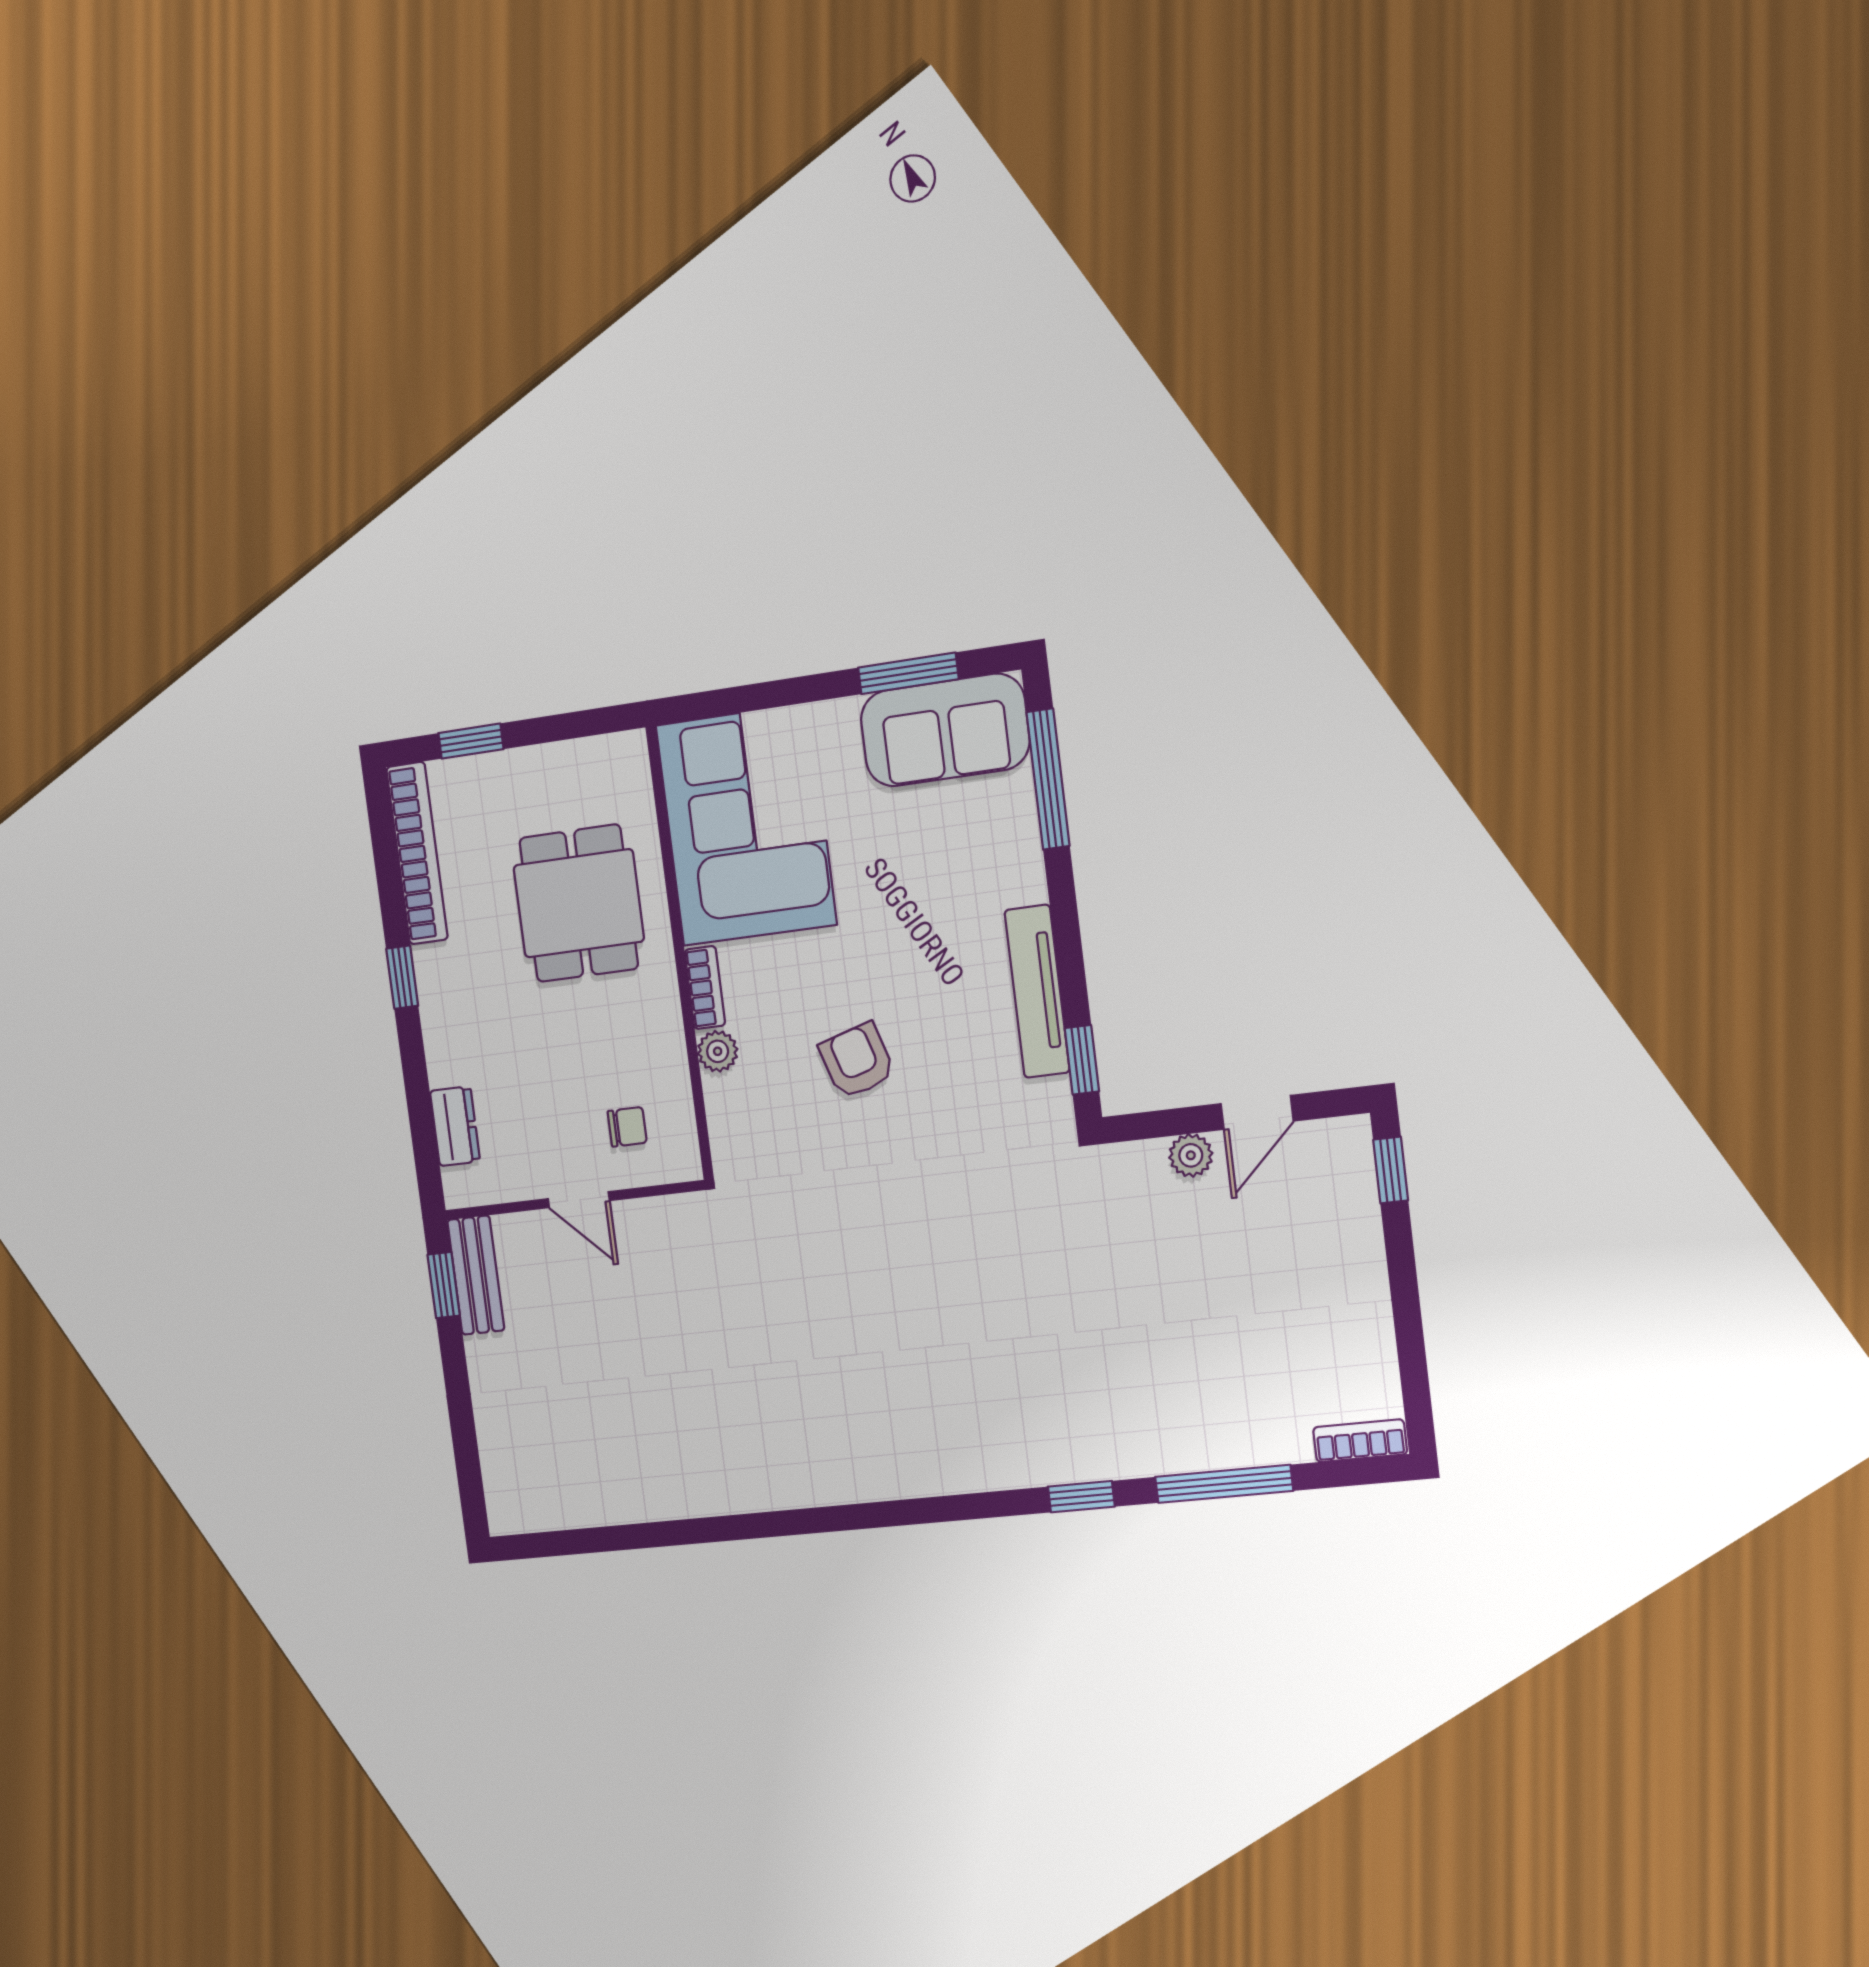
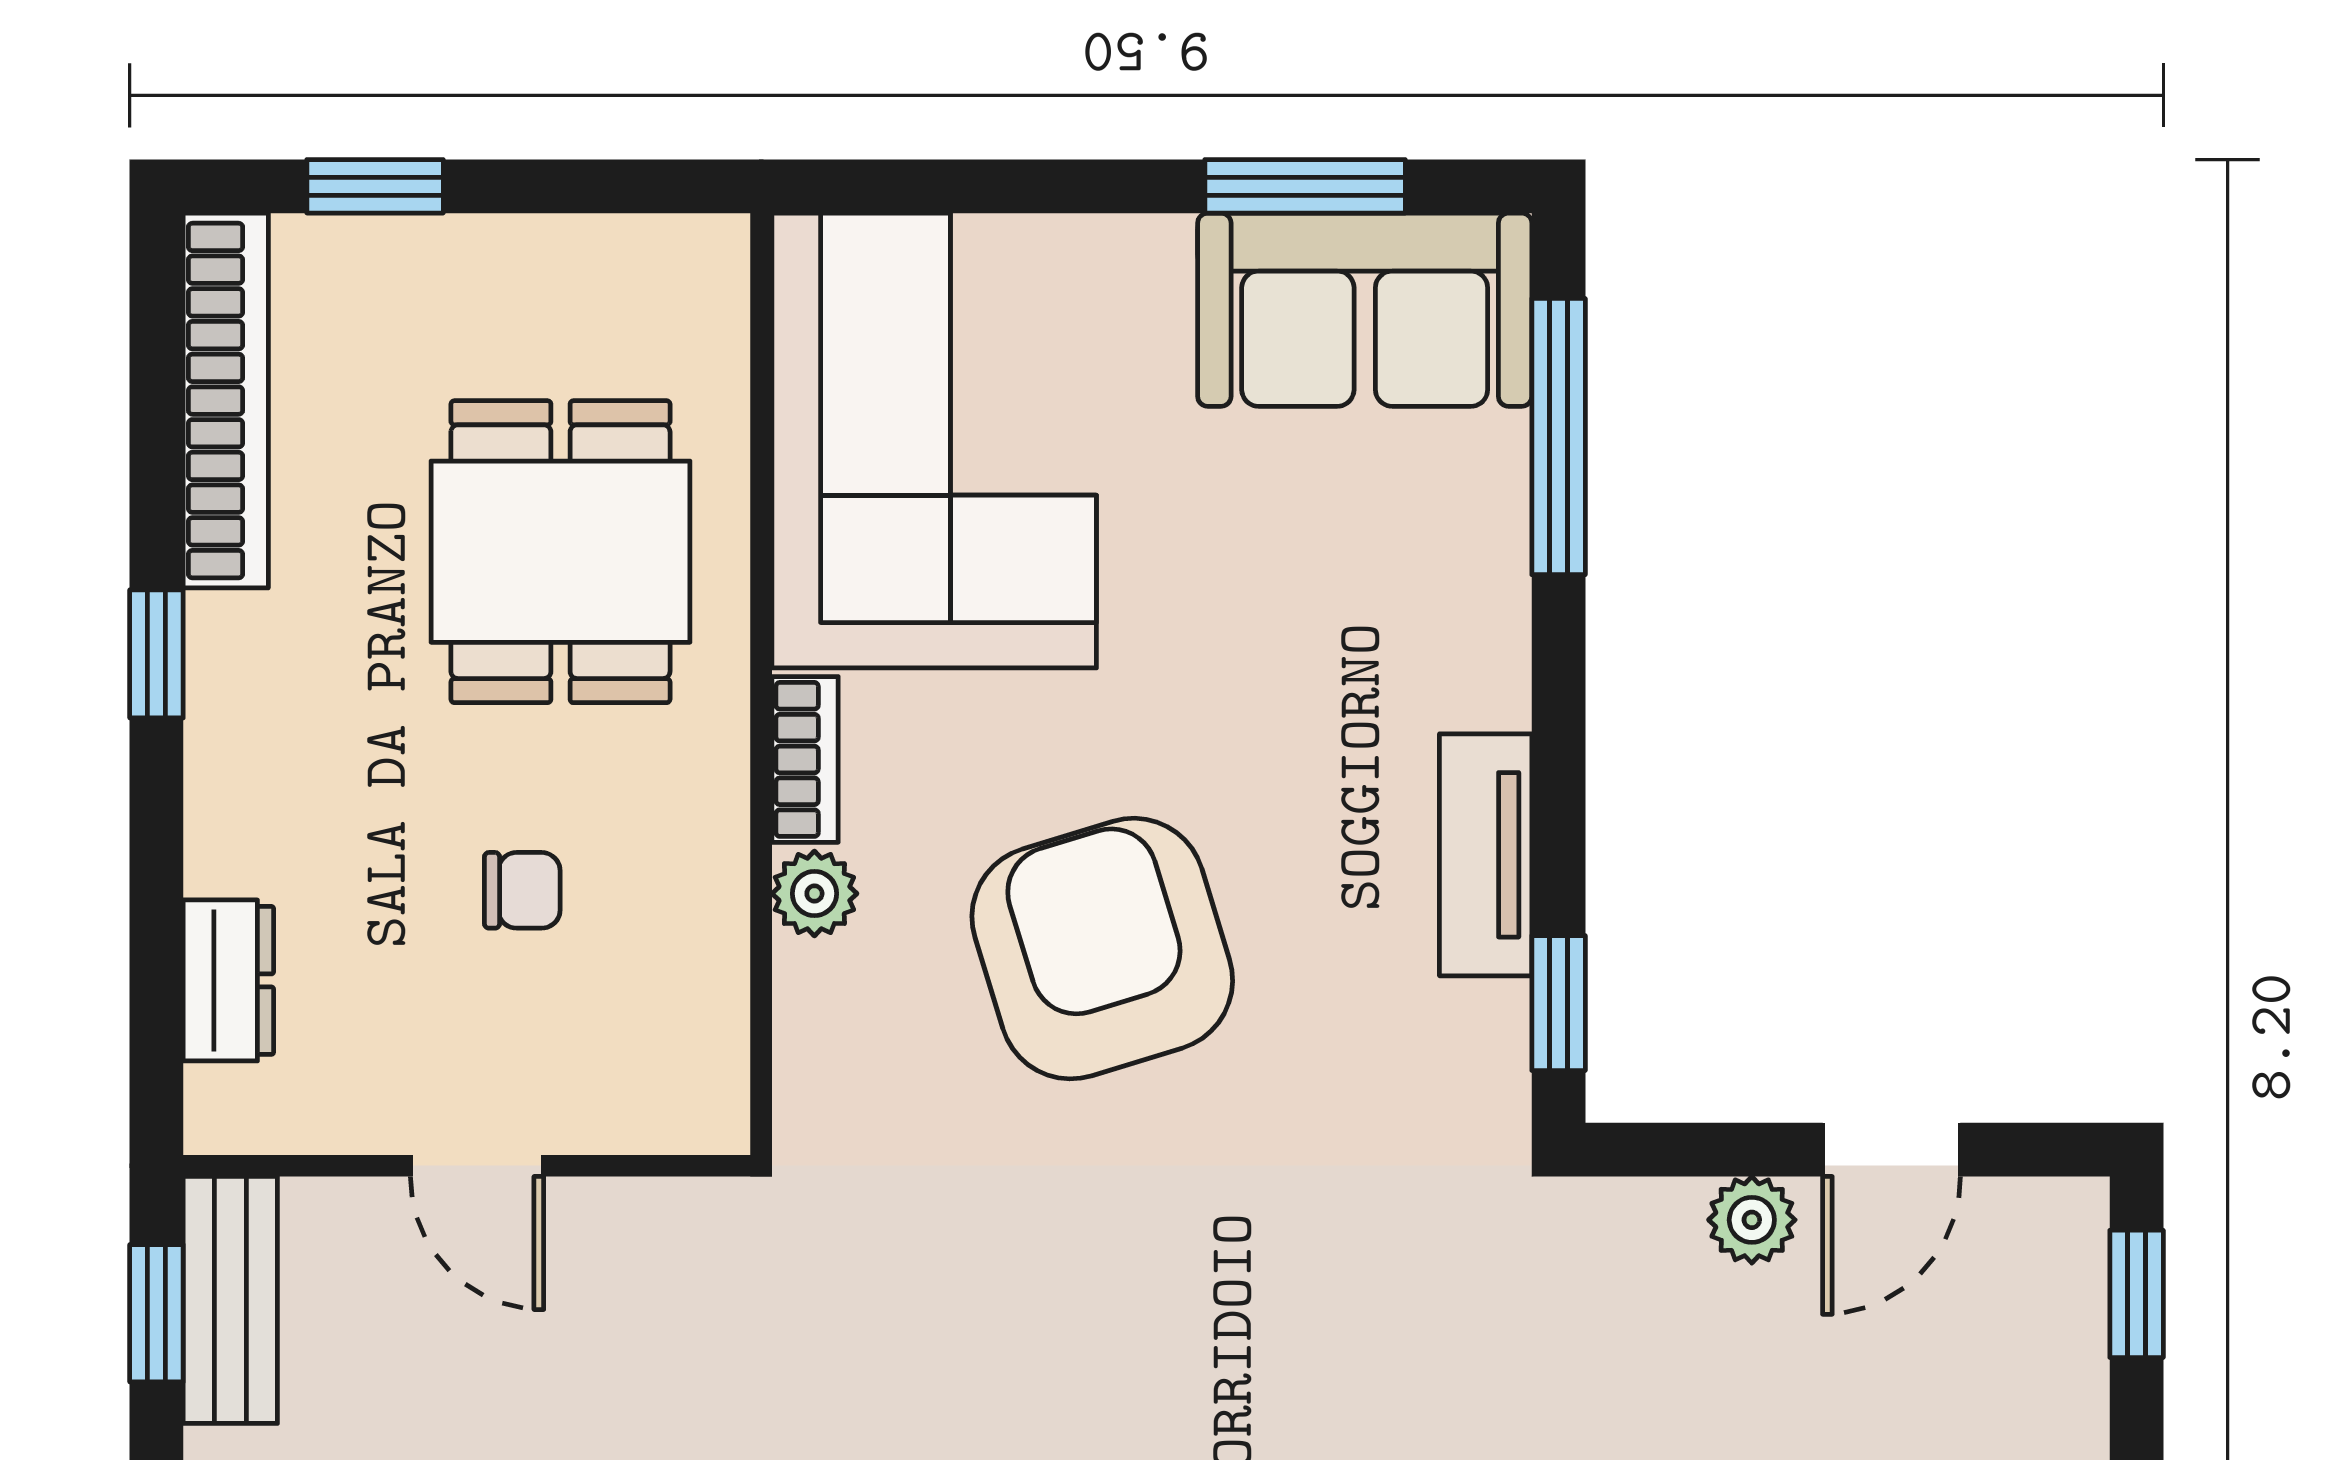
tv unit: (1037, 991) -> (1486, 855), width x0.71
armchair: (857, 1061) -> (1102, 949), width x1.88, depth x1.88
chair: (627, 1127) -> (522, 890), moved

